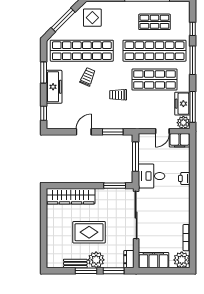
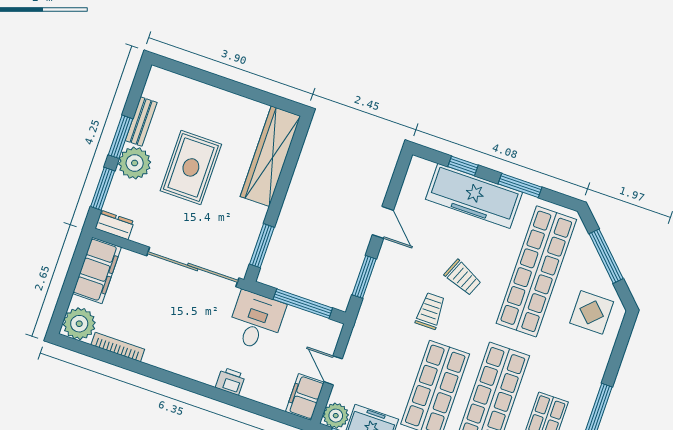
trolley: (88, 77) -> (463, 278), moved
freezer: (54, 87) -> (474, 196), width x1.36, depth x1.26
window: (44, 113) -> (463, 166), moved

